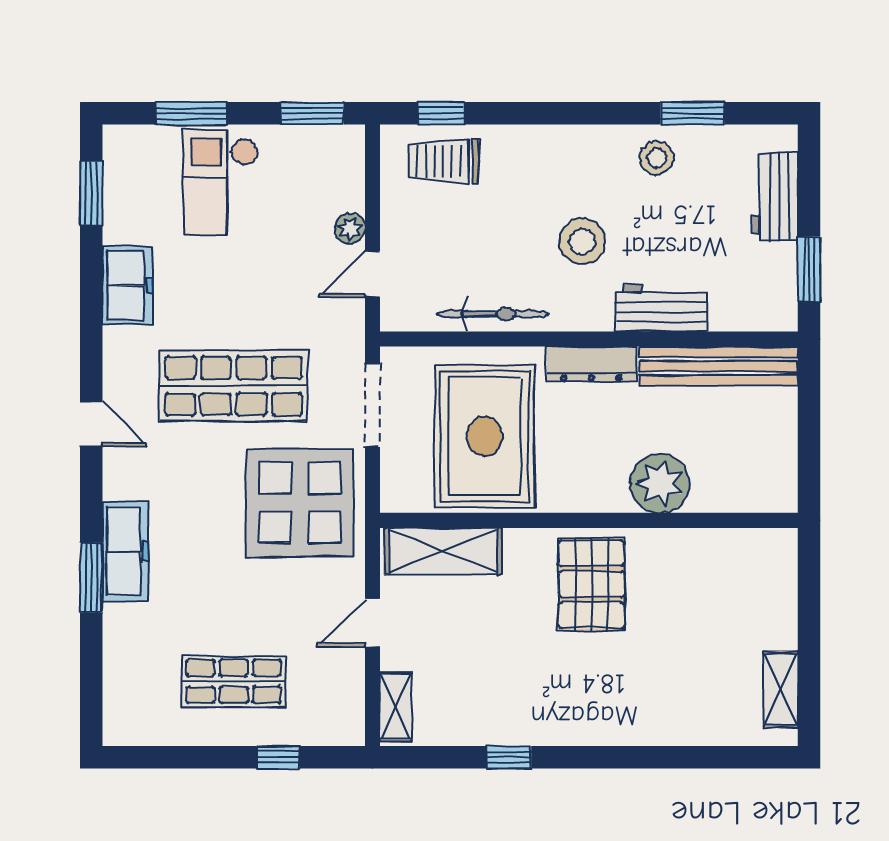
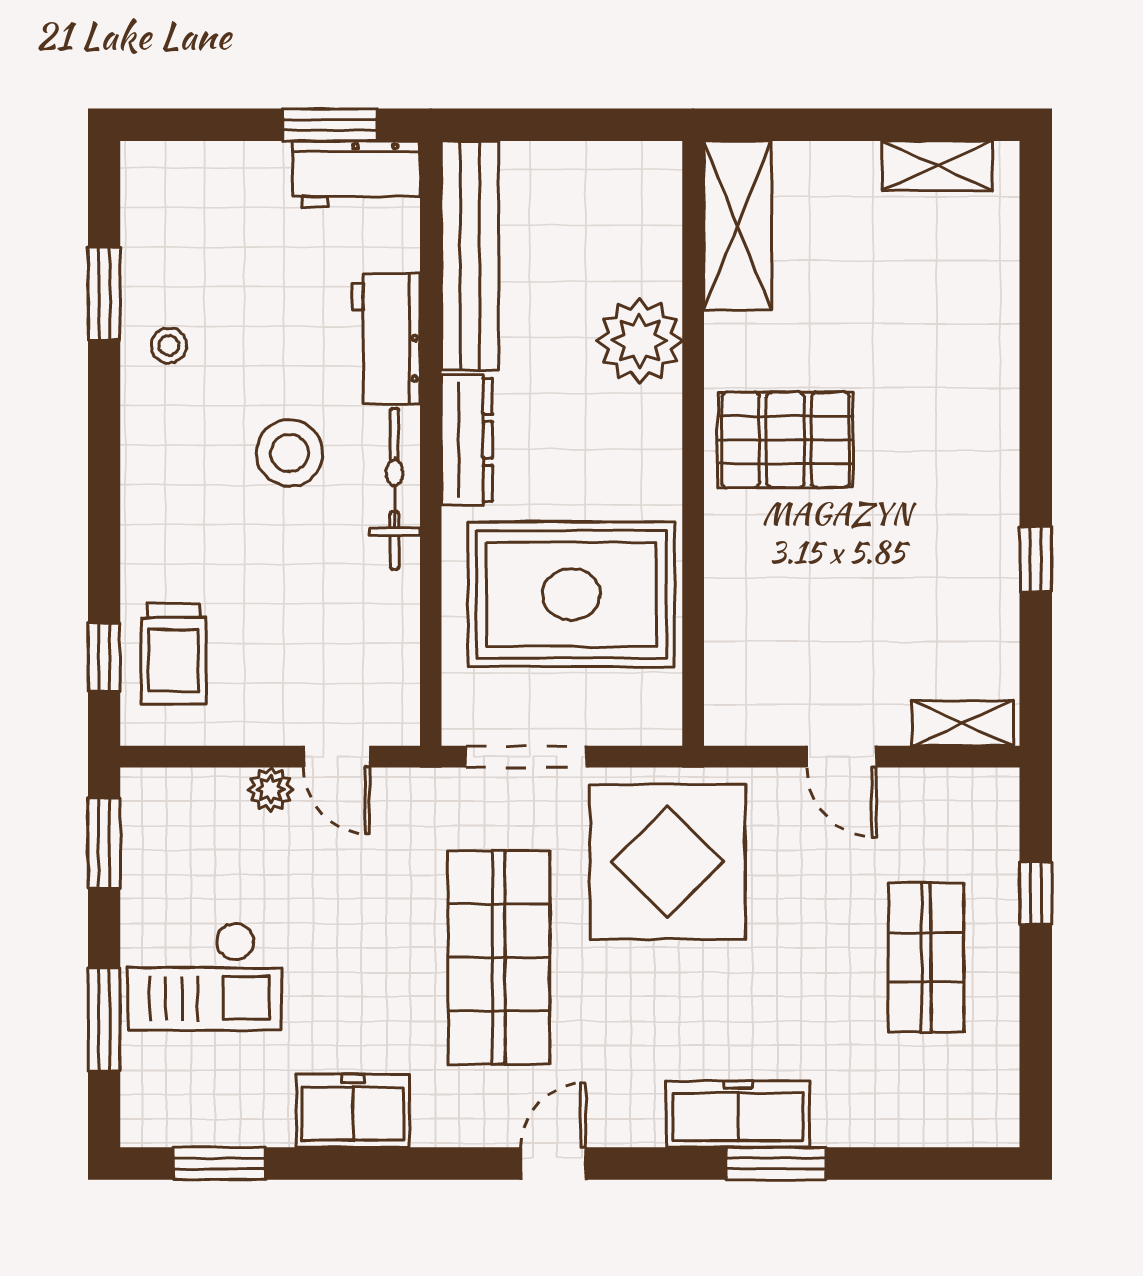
stool: (657, 158) -> (169, 345), width x0.73, depth x0.73
workbench: (775, 196) -> (356, 174), moved
bicycle: (493, 314) -> (394, 489), moved
shelving: (443, 551) -> (738, 226), moved

